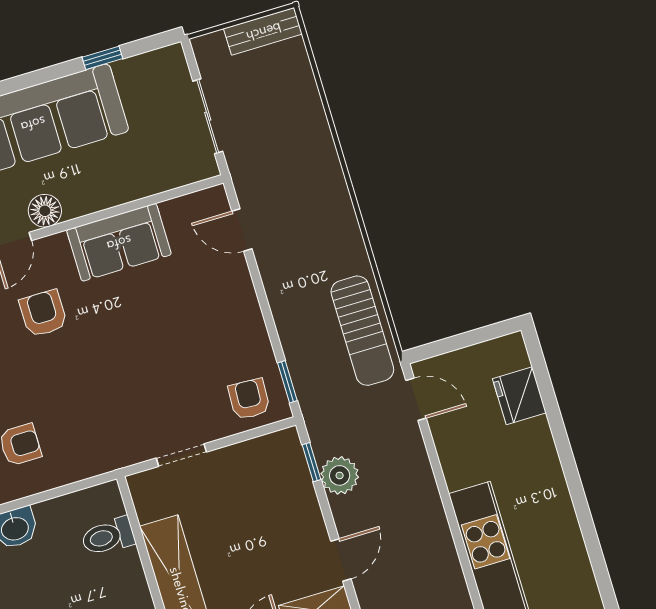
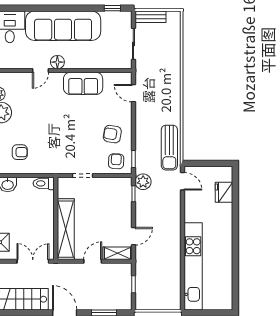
bench: (263, 31) -> (150, 17), moved
window: (102, 58) -> (112, 8), moved
armchair: (43, 313) -> (112, 134), moved, turned -80
plant: (340, 475) -> (143, 182), moved
toilet: (108, 536) -> (44, 183), moved

